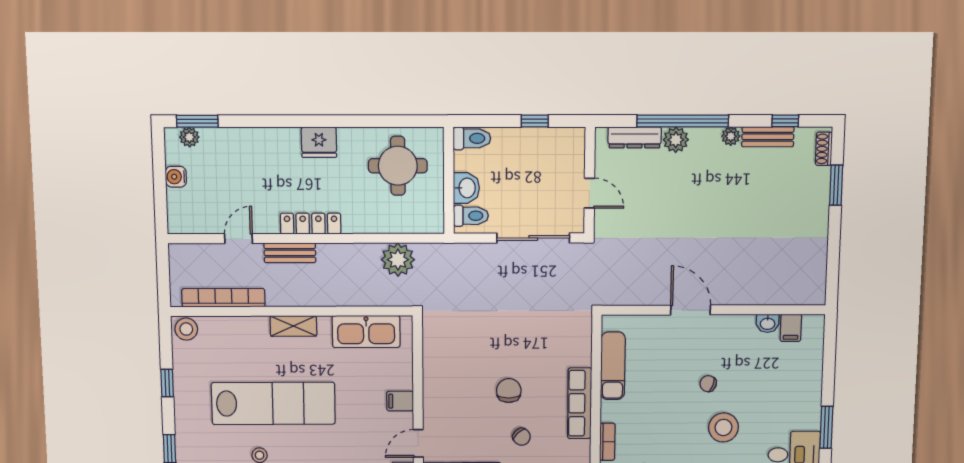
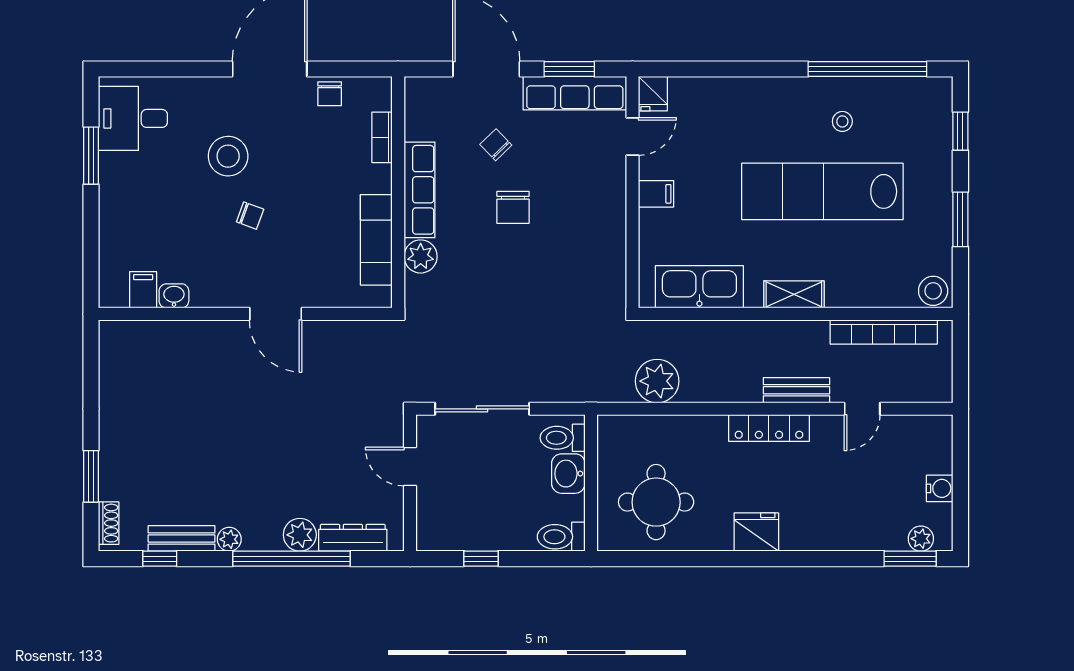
plant: (579, 354) -> (421, 256), added
window: (167, 383) -> (960, 219), width x1.50

